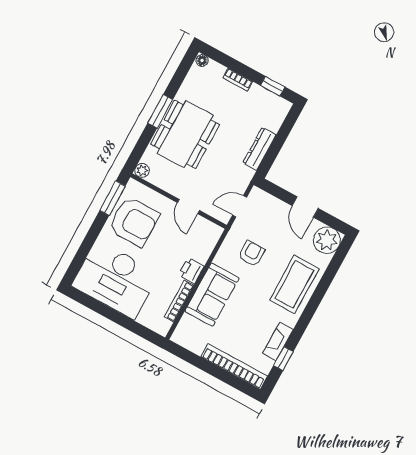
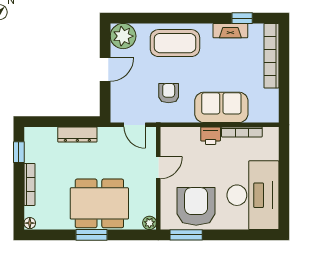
bookcase: (238, 80) -> (29, 184), width x1.56
armchair: (252, 253) -> (169, 93), turned 90

